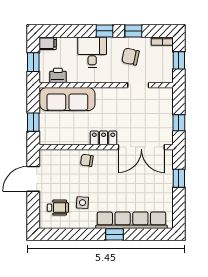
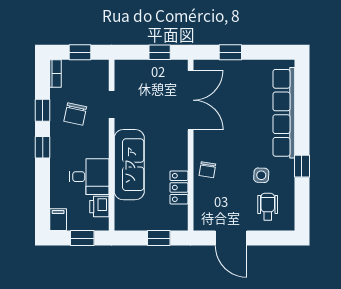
desk: (92, 52) -> (89, 177), moved, turned 180
sofa: (67, 99) -> (129, 165), moved
locker: (104, 138) -> (179, 187), moved
window: (114, 234) -> (302, 166), moved

